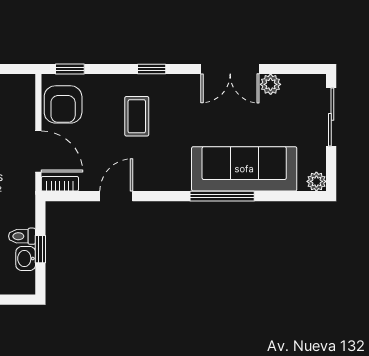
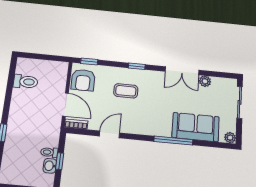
coffee table: (137, 116) -> (126, 91), turned 90
sofa: (244, 169) -> (196, 127), width x0.73

